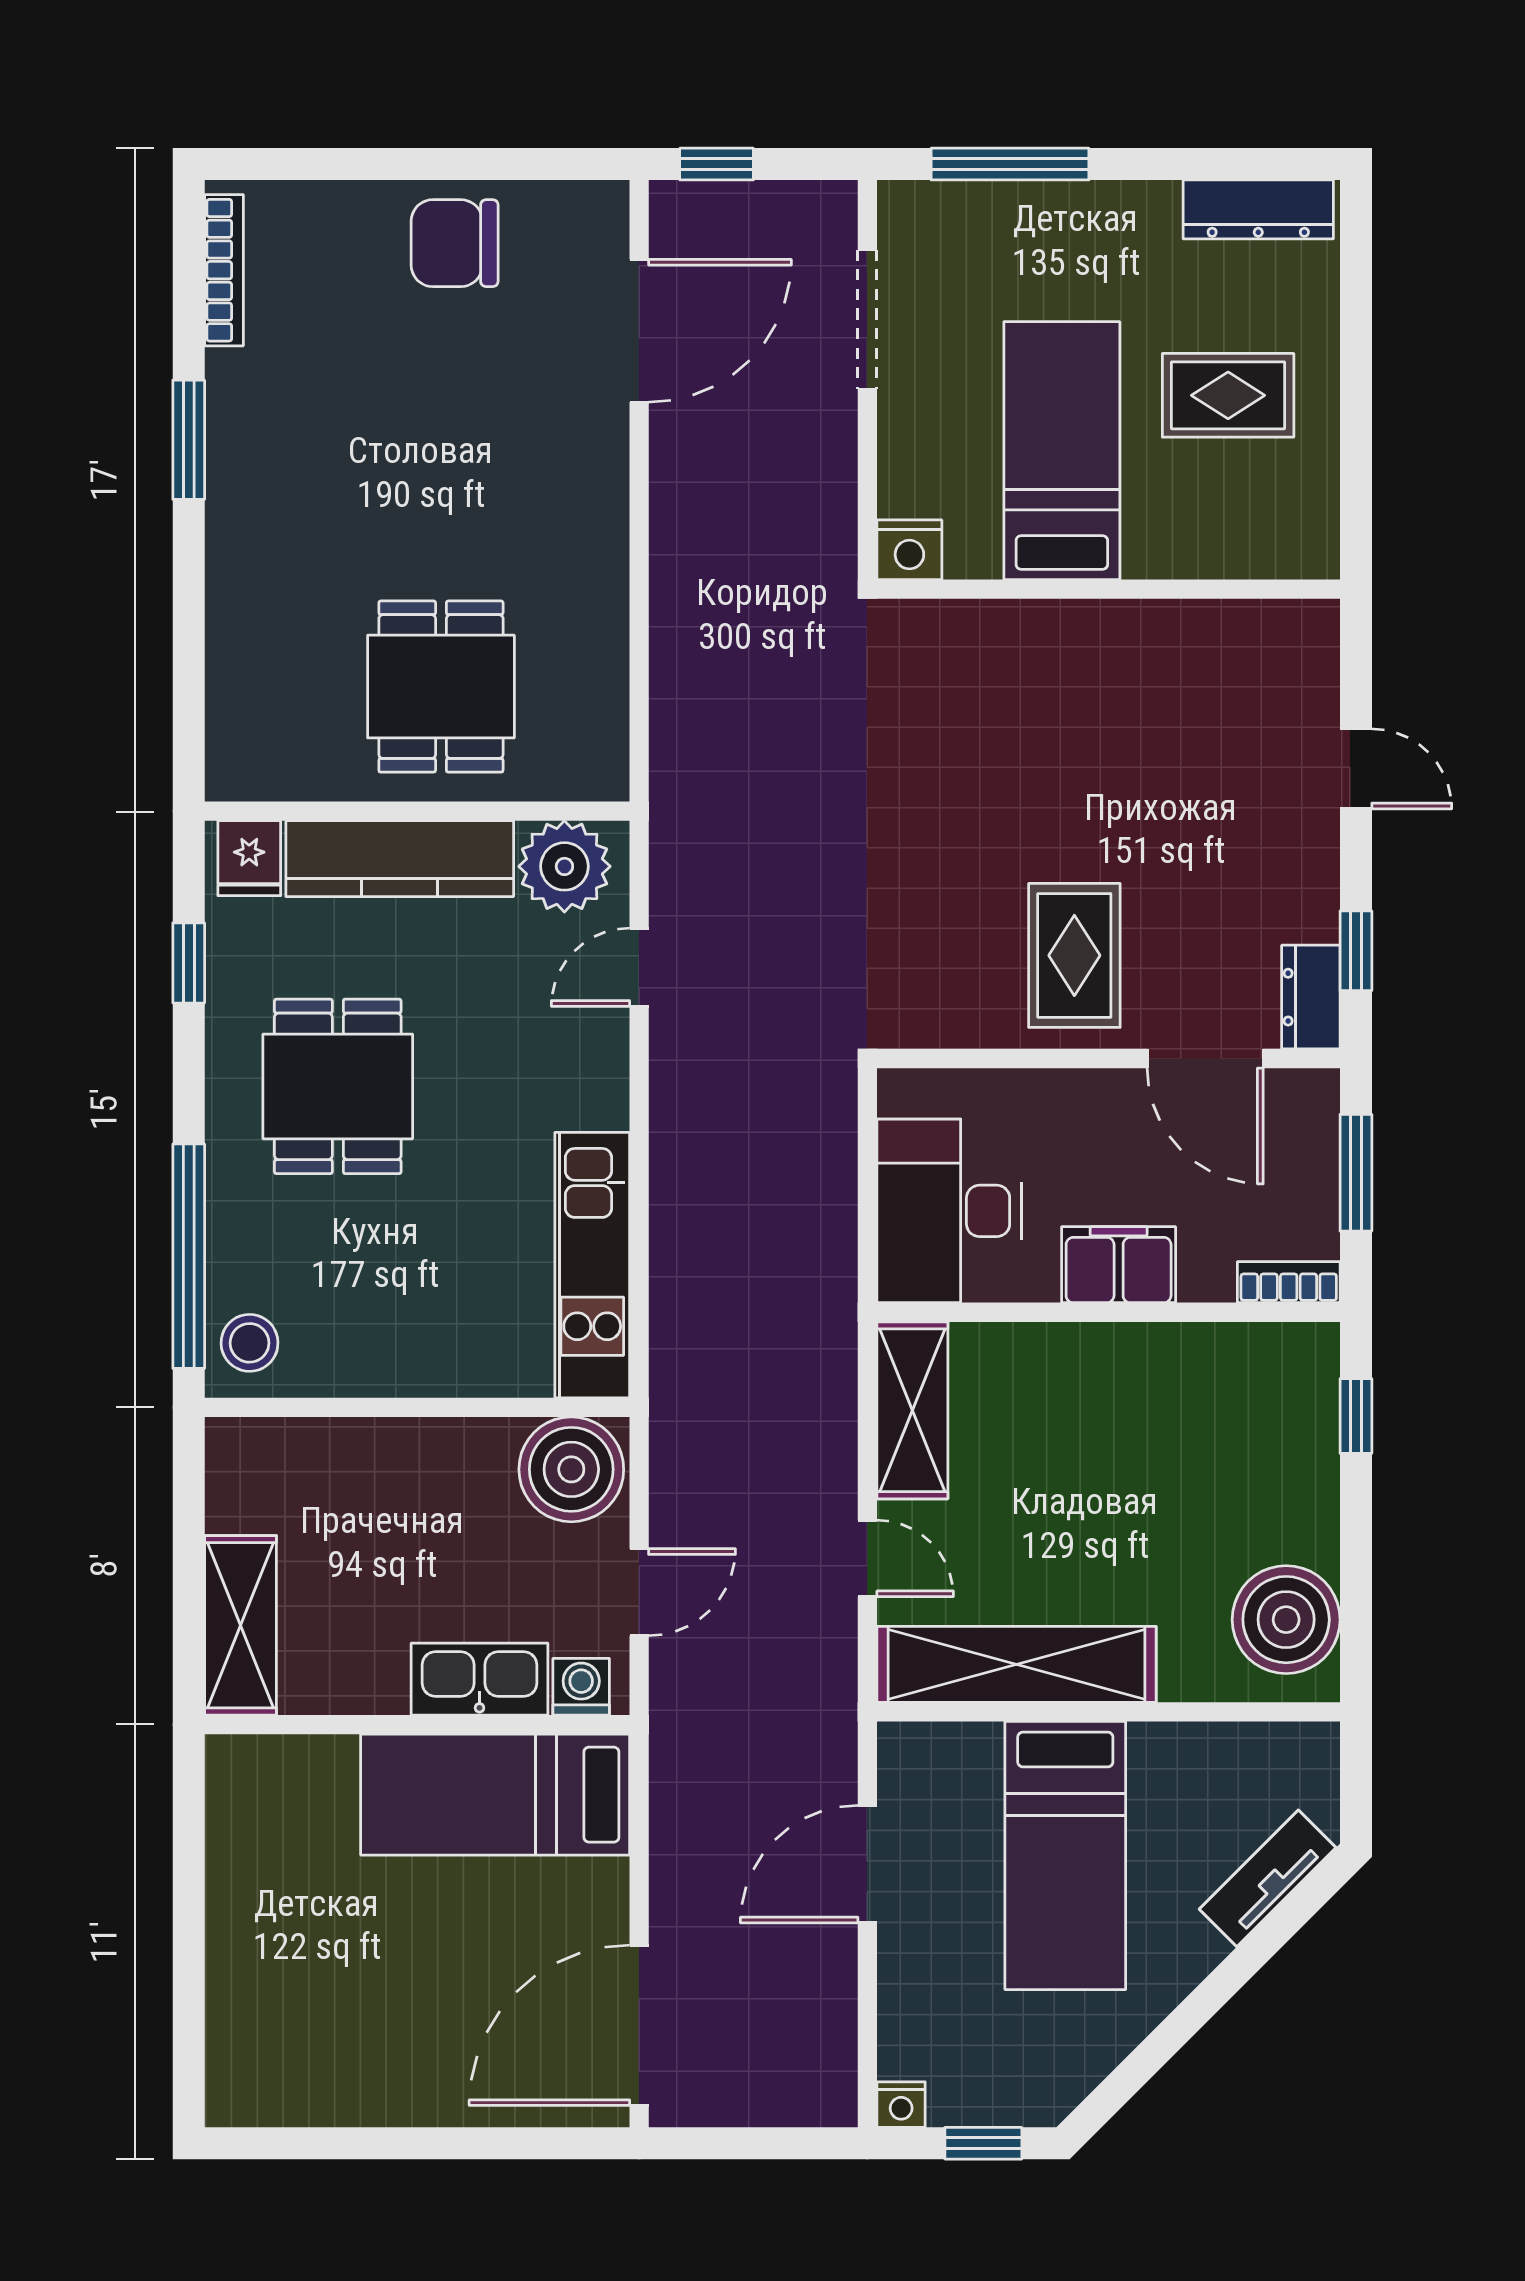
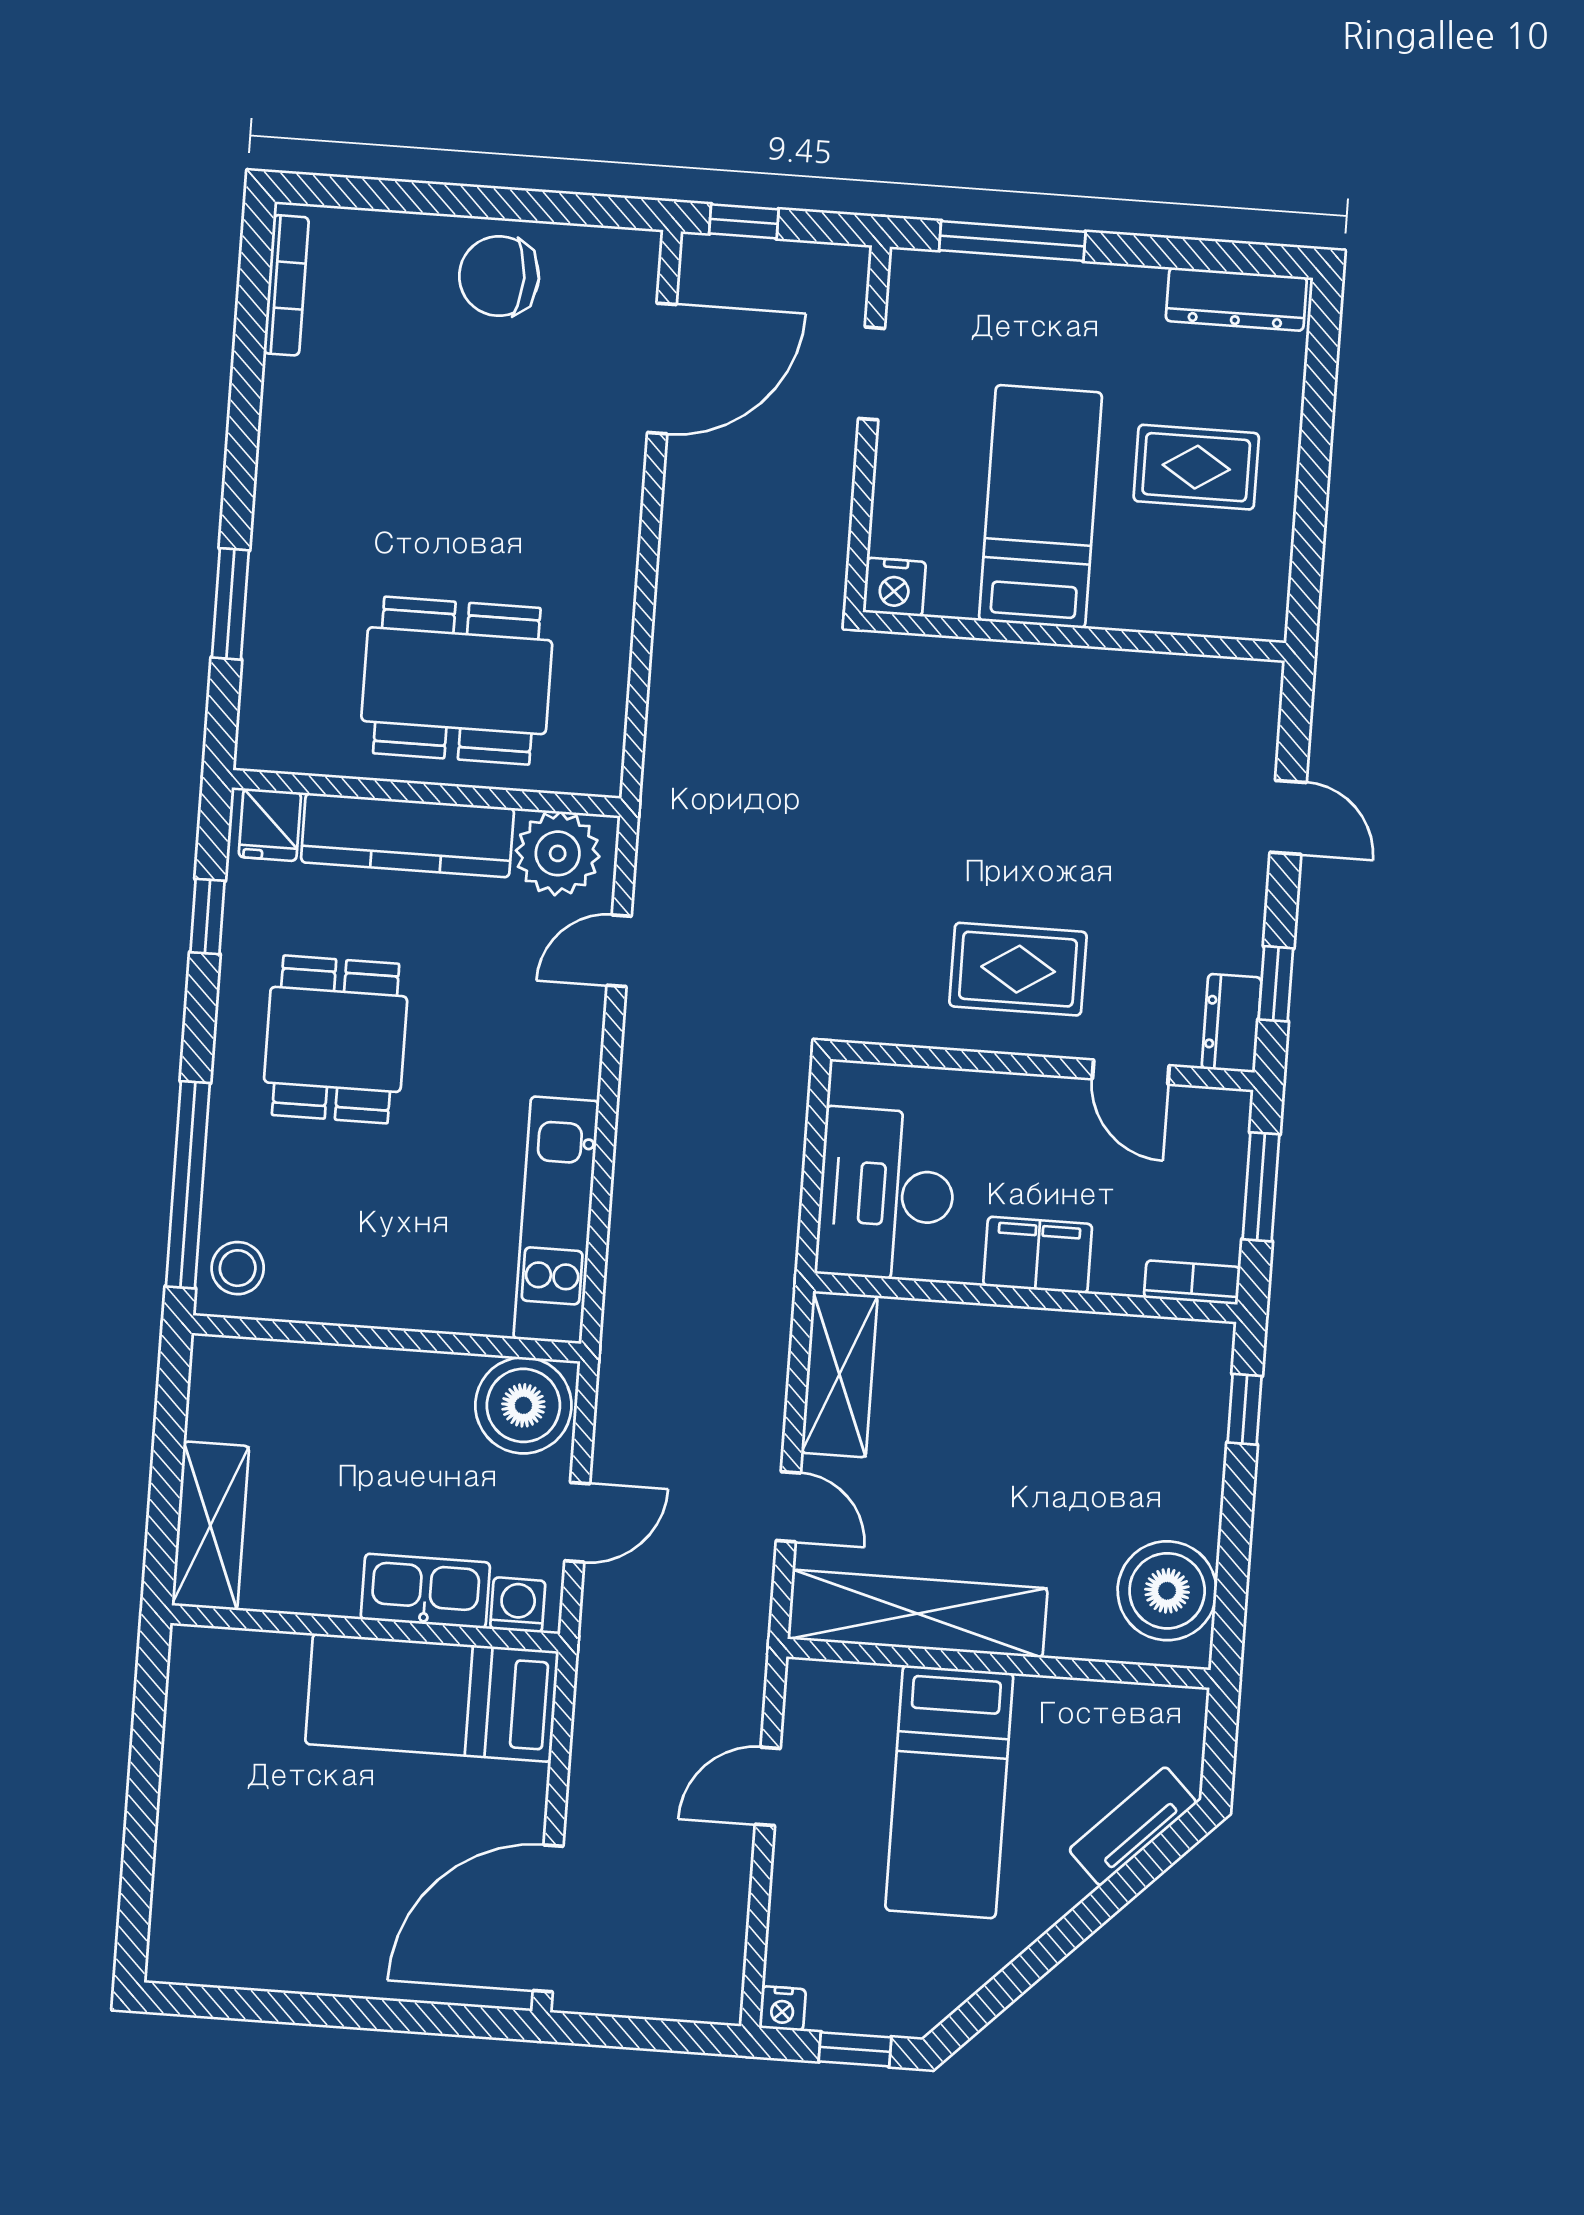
doorway: (867, 319) -> (872, 373), width x0.73
window: (189, 440) -> (230, 604), moved
dining table: (441, 687) -> (457, 681), width x1.38
rug: (1074, 955) -> (1018, 969), turned 90
door: (1205, 1059) -> (1131, 1072), width x0.73
door: (867, 1864) -> (768, 1786), width x0.73

